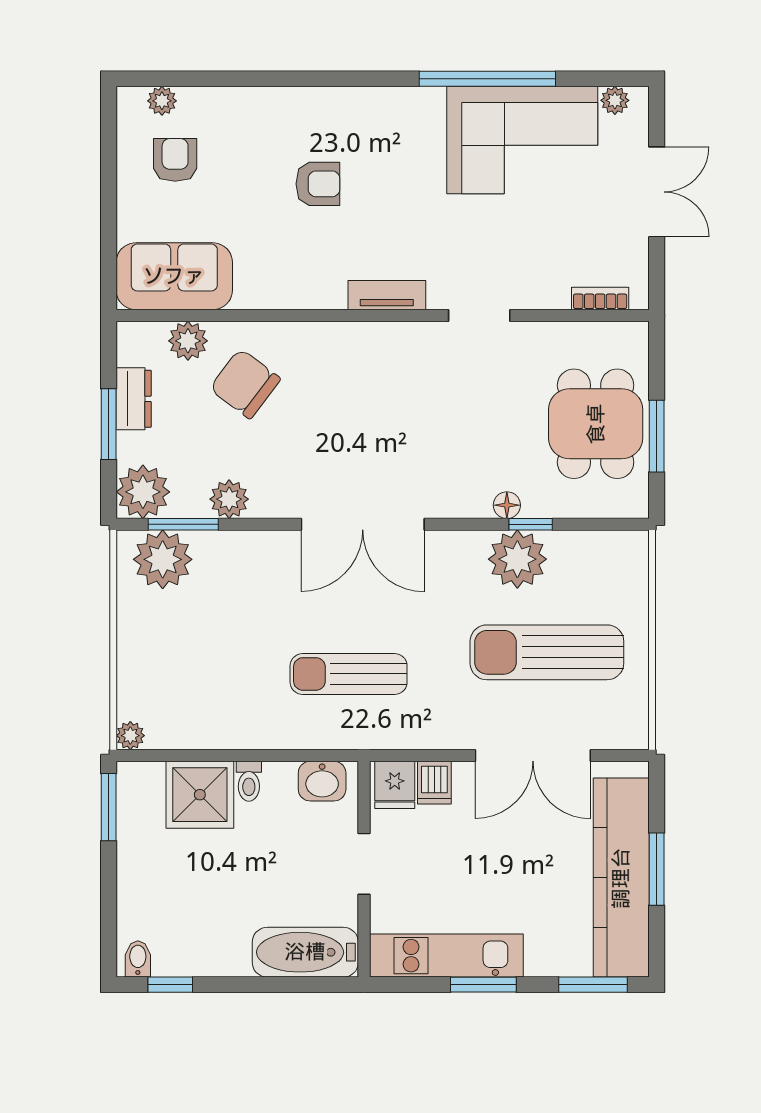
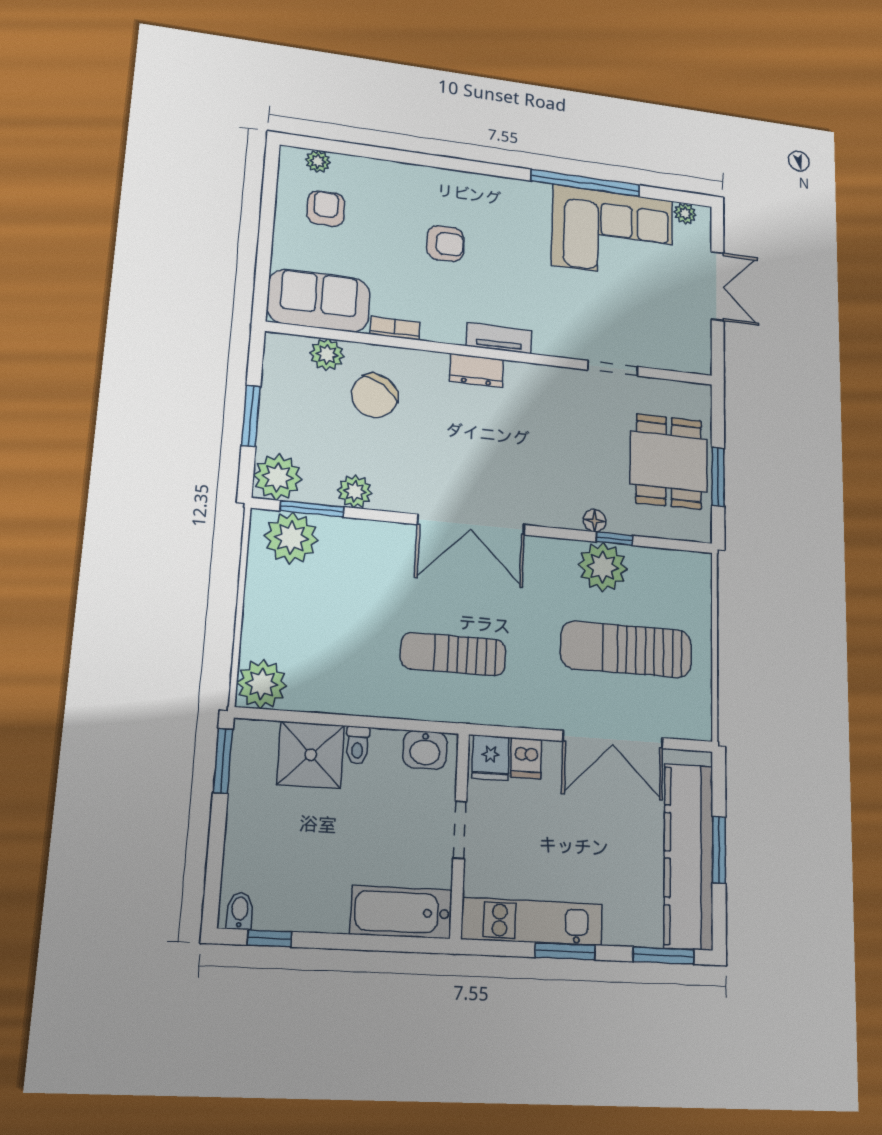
bookcase: (600, 299) -> (395, 328), moved
doorway: (479, 315) -> (613, 368), moved
chair: (245, 384) -> (375, 396), turned -94
dresser: (134, 399) -> (476, 370), moved, turned 90
plant: (130, 736) -> (262, 684), width x1.87, depth x1.87

